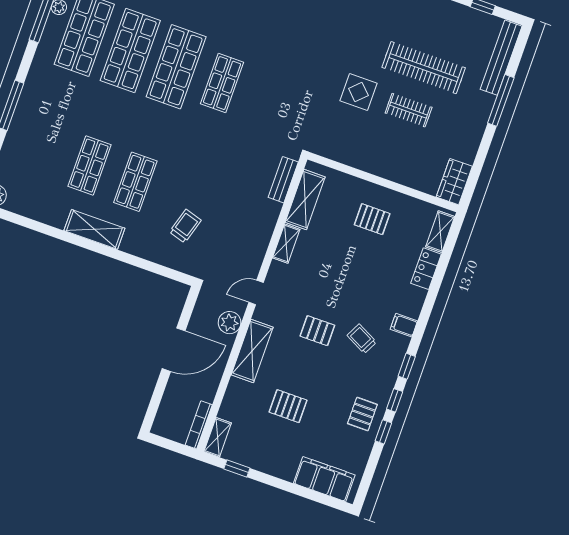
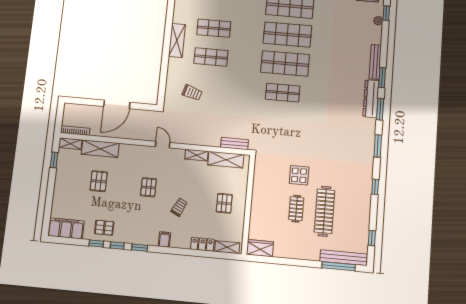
window: (501, 100) -> (339, 266), moved
plant: (230, 323) -> (141, 133), removed
trolley: (362, 339) -> (179, 207), moved
door: (174, 350) -> (117, 104), hinge flipped
shelving: (252, 351) -> (100, 149), moved
filing cabinet: (324, 479) -> (66, 228), moved, turned -90

